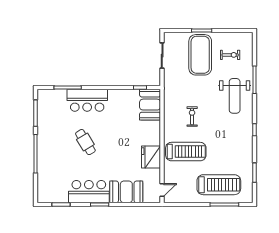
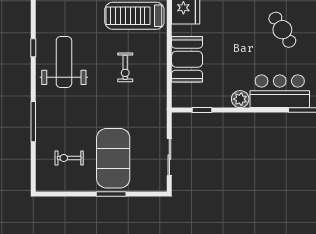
plant: (114, 95) -> (240, 99), added
weight bench: (235, 96) -> (64, 62), moved
booth: (150, 105) -> (187, 59), moved

